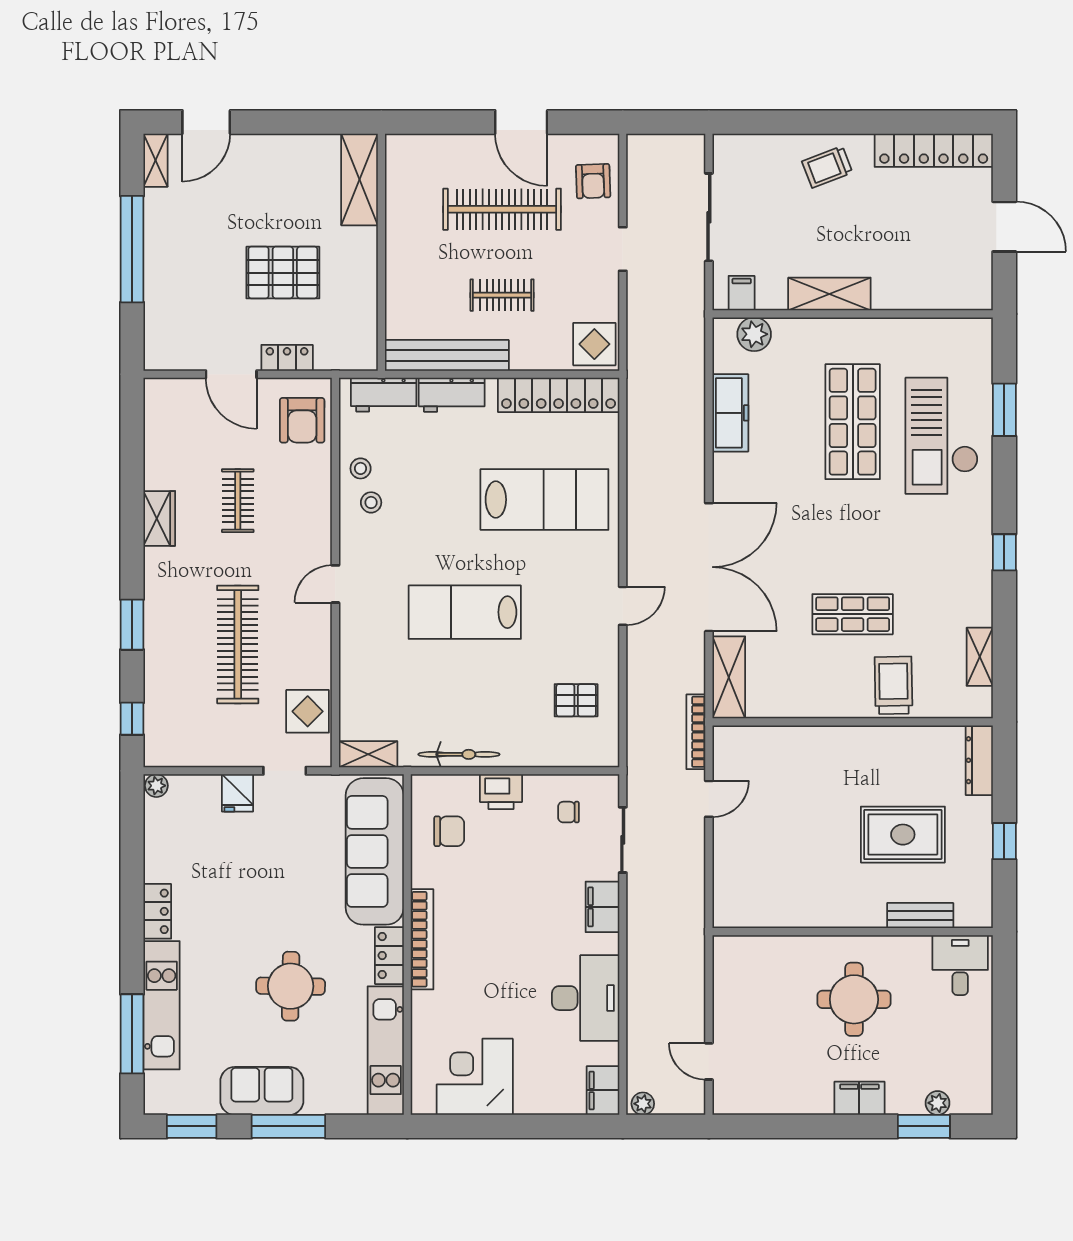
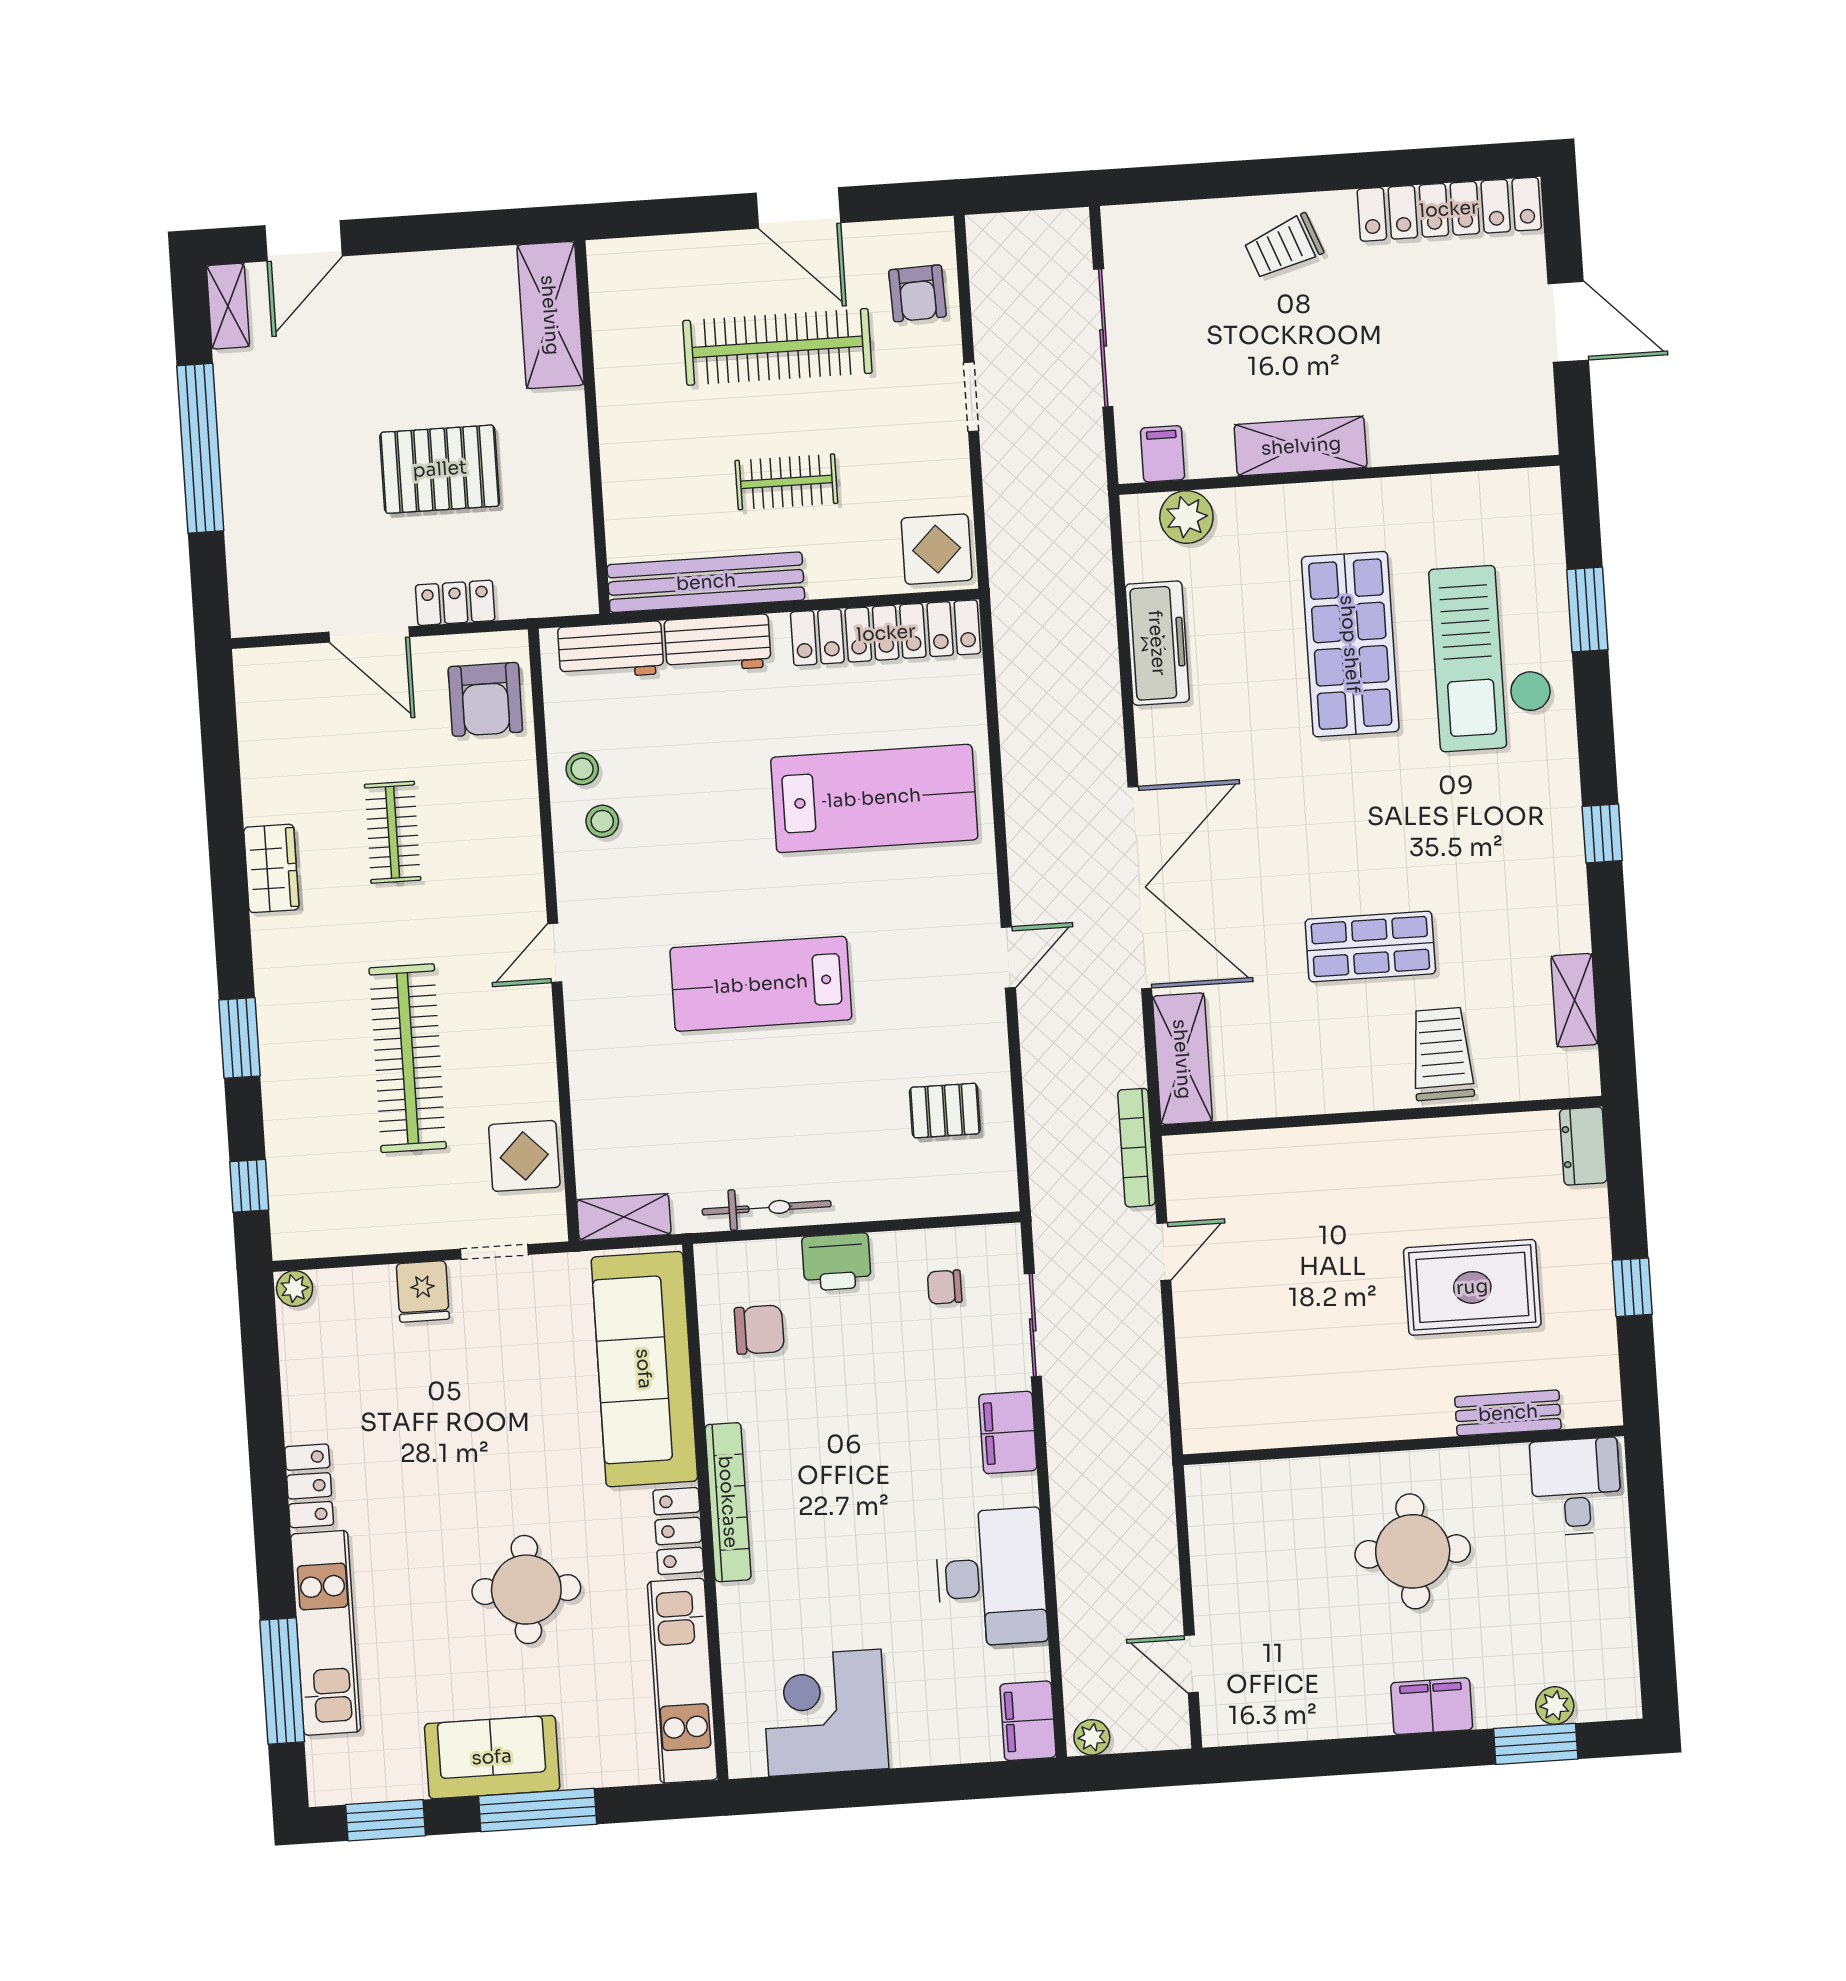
dresser: (979, 760) -> (1583, 1146), width x0.70

